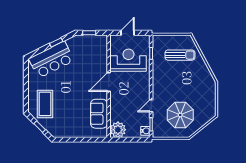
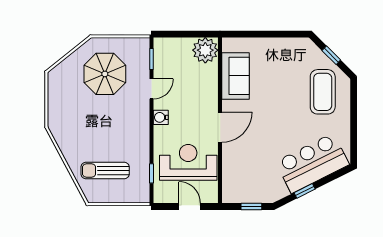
door: (128, 33) -> (190, 206), swing flipped
reception desk: (128, 60) -> (188, 162), turned 180
water cooler: (145, 131) -> (161, 117), moved

